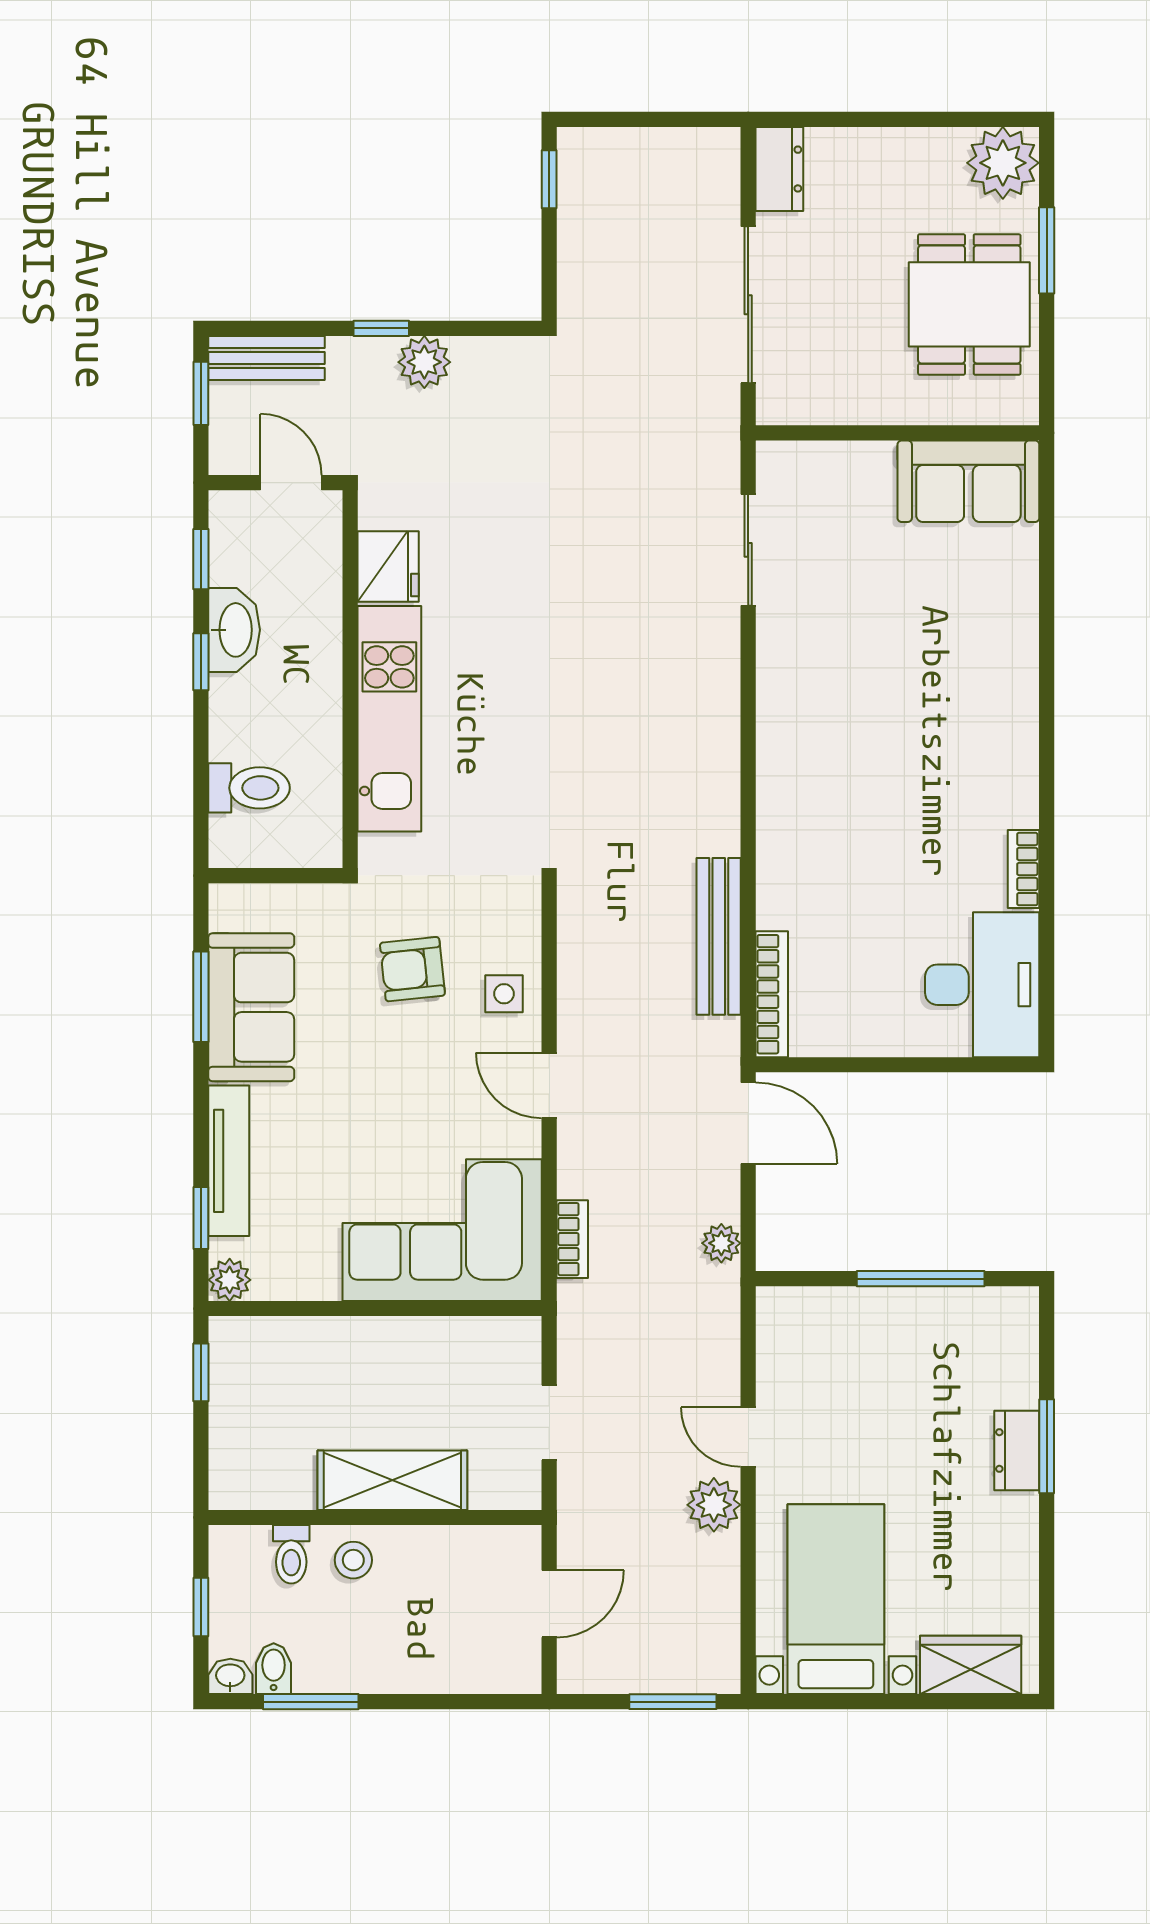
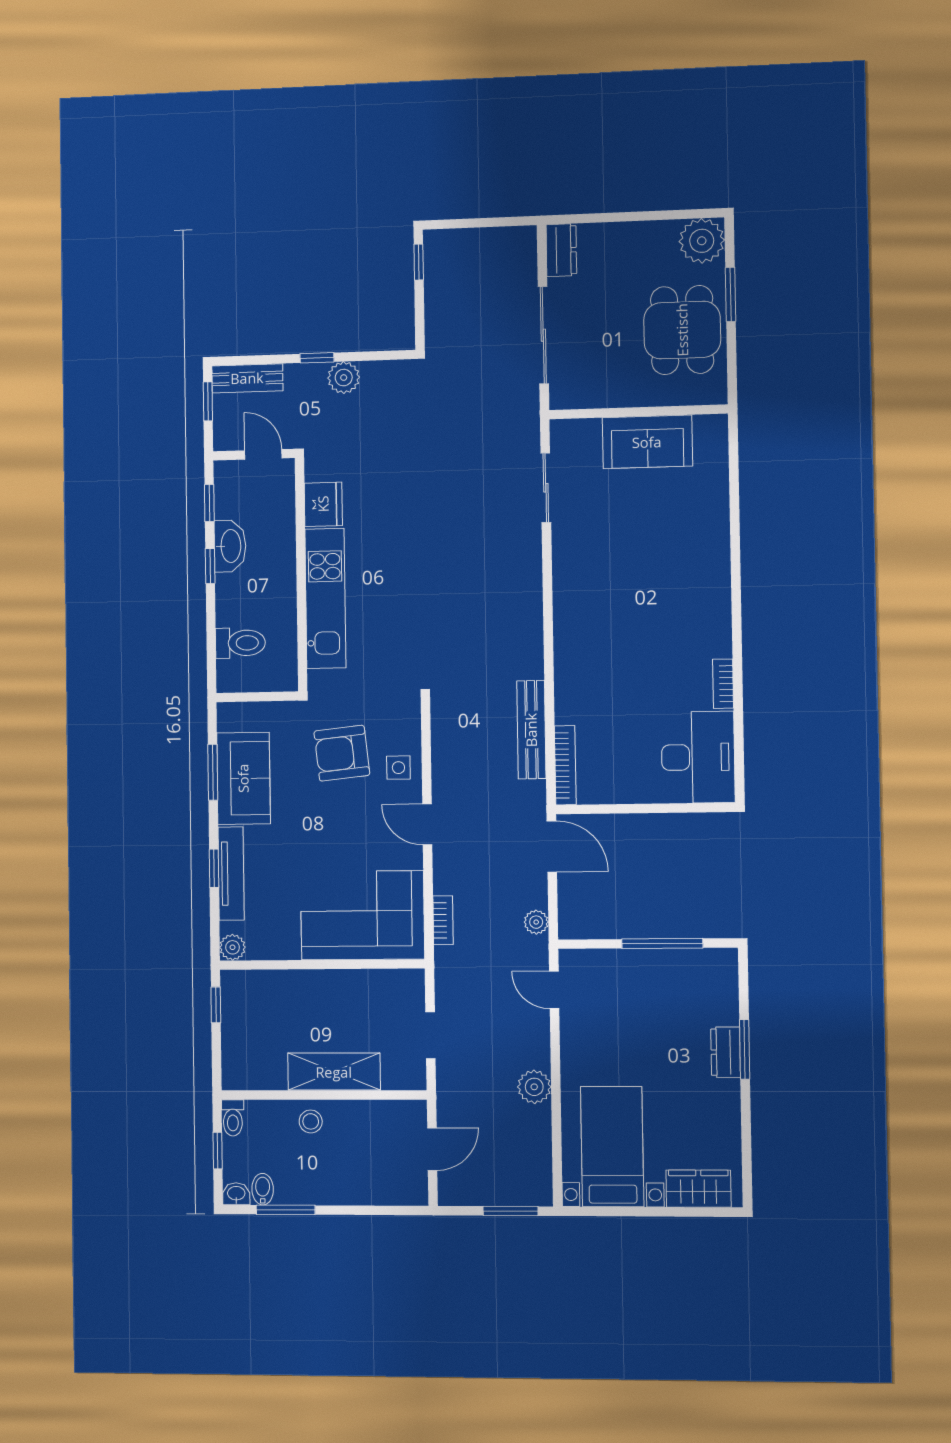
sofa: (968, 481) -> (647, 442), moved
armchair: (412, 969) -> (342, 753), width x1.38, depth x1.38
window: (201, 1218) -> (214, 868), moved
door: (748, 1437) -> (554, 990), moved
toilet: (291, 1554) -> (233, 1118), moved

